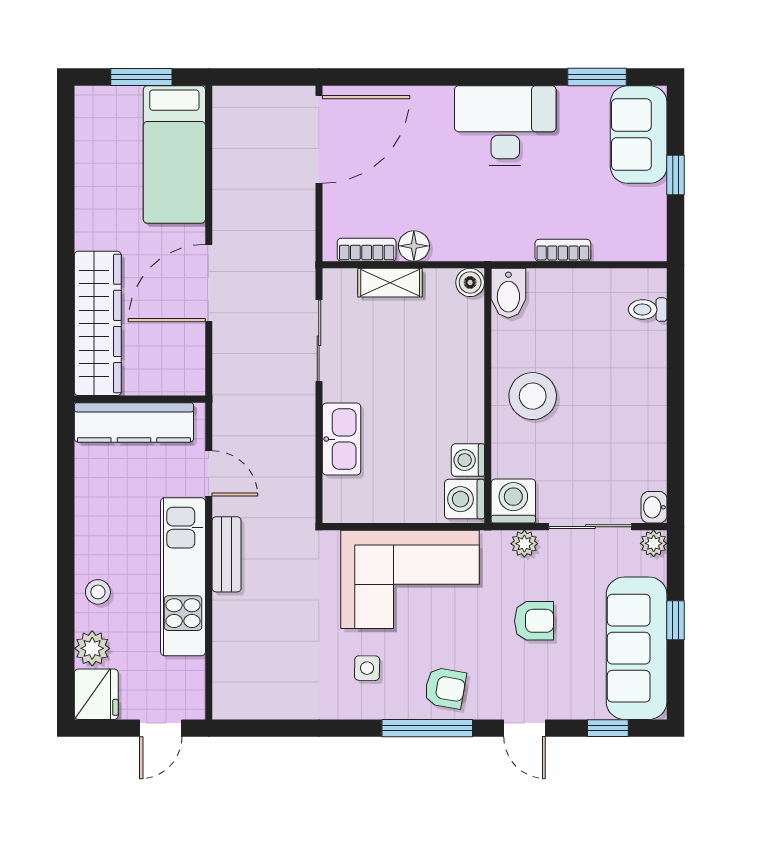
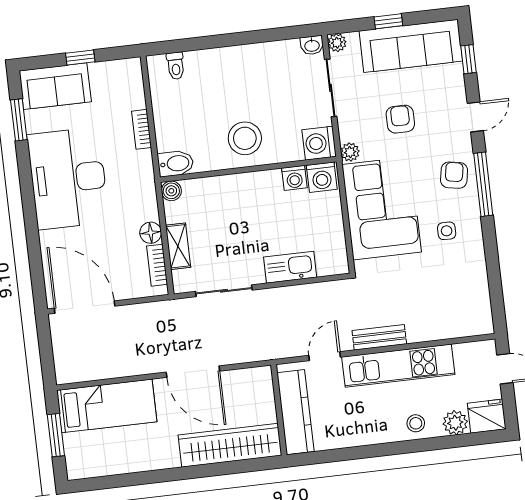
desk: (505, 126) -> (68, 178), width x1.36, depth x1.30
plant: (524, 544) -> (350, 152), moved

